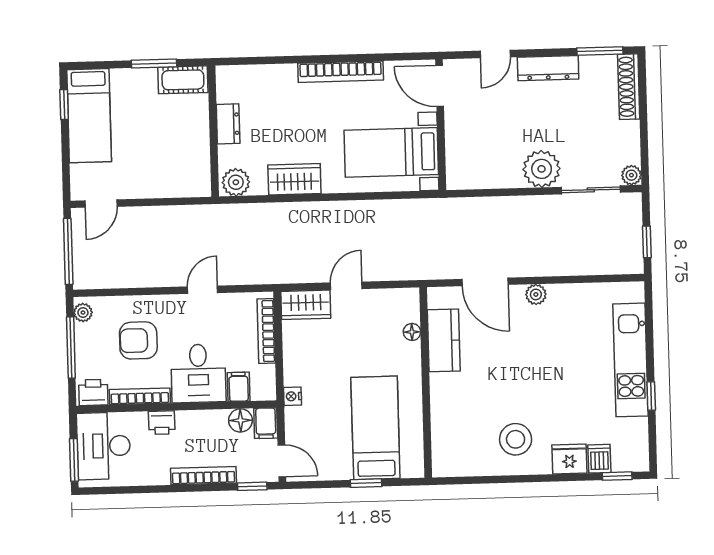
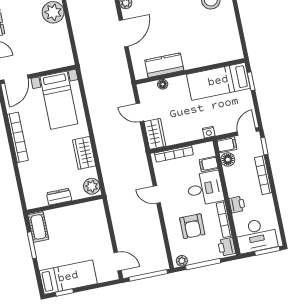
floor lamp: (412, 332) -> (163, 84), moved
kitchen counter: (444, 340) -> (164, 65), moved
wall: (426, 382) -> (190, 71), moved

